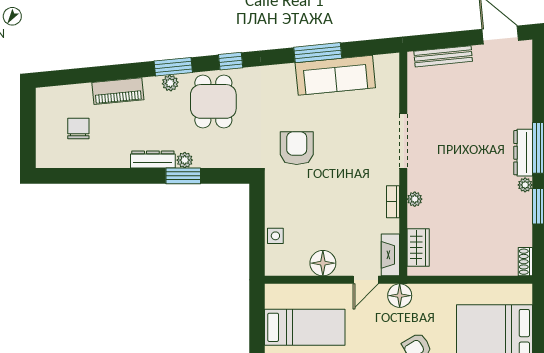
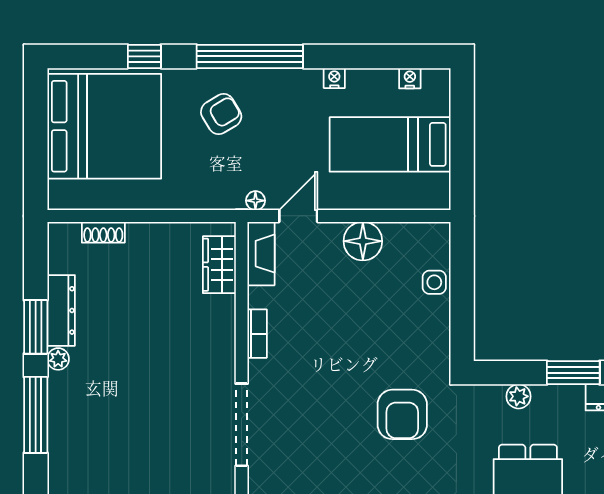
dresser: (523, 153) -> (61, 310), moved
plant: (185, 160) -> (519, 396), moved
plant: (415, 199) -> (224, 338), removed
shoe rack: (525, 262) -> (103, 232), moved, turned 90
floor lamp: (400, 296) -> (255, 201), width x0.53, depth x0.53

